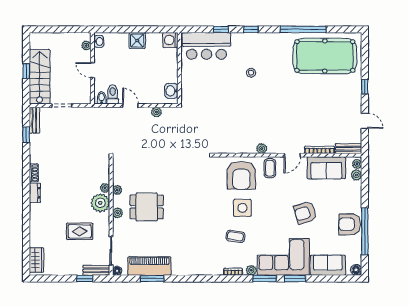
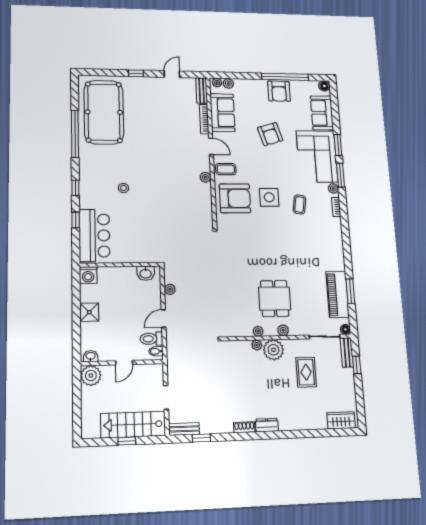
plant: (86, 46) -> (91, 376), width x1.87, depth x1.87

